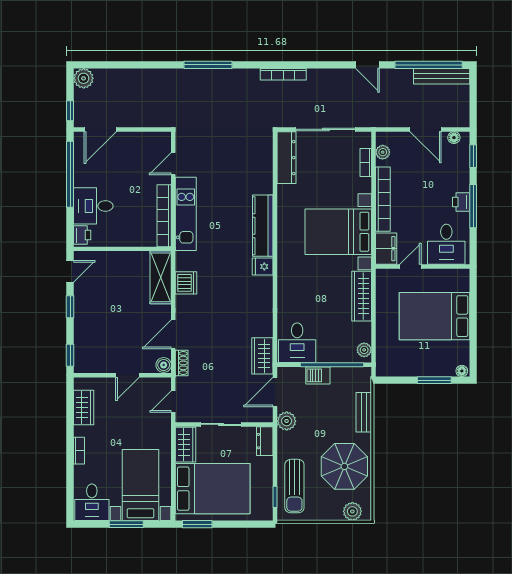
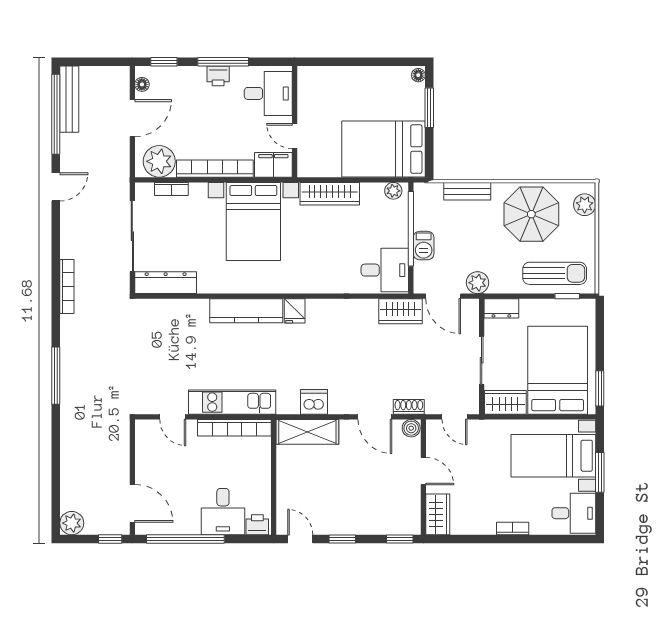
plant: (383, 152) -> (159, 161), width x1.88, depth x1.88
bed: (434, 316) -> (383, 149), moved, turned 90
wardrobe: (84, 407) -> (438, 514), moved, turned 90

